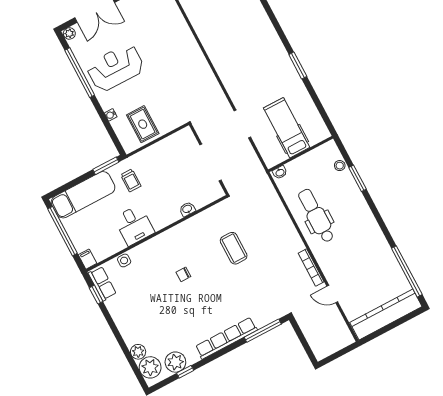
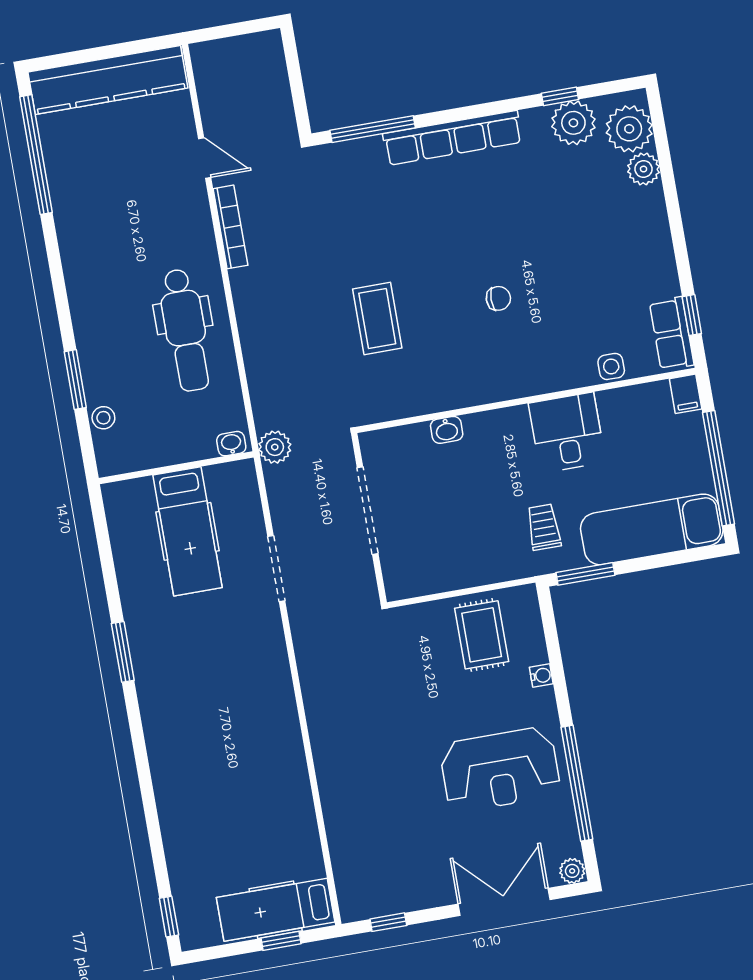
plant: (260, 177) -> (275, 447), added

